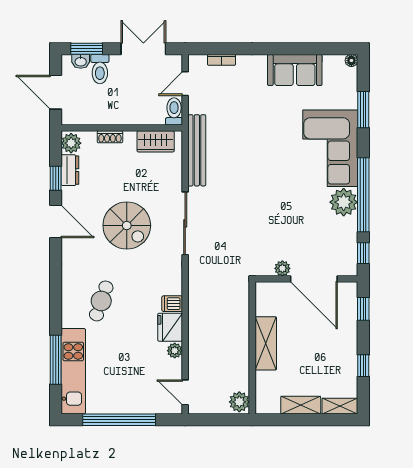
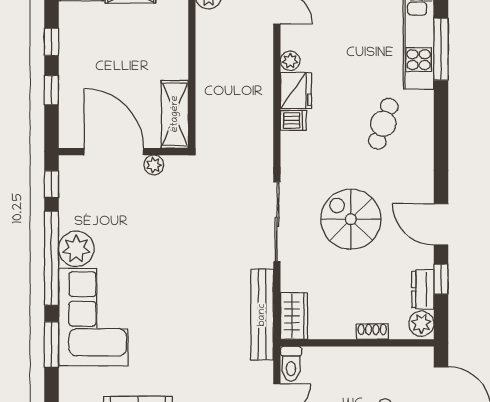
window: (363, 110) -> (51, 345), moved
wardrobe: (156, 141) -> (294, 316), moved, turned 90
window: (363, 309) -> (51, 90), moved
shelving: (266, 343) -> (175, 114), moved

